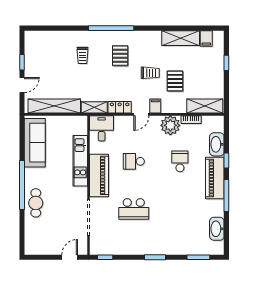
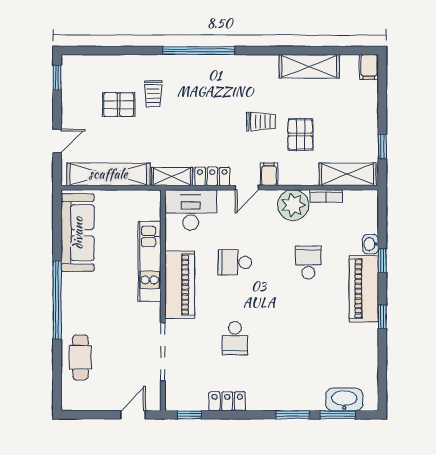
filing cabinet: (206, 38) -> (369, 67), moved
pallet: (120, 56) -> (119, 105), moved, turned 90
window: (22, 62) -> (57, 78), moved
window: (226, 63) -> (382, 146), moved
desk: (102, 128) -> (191, 210), width x1.37
washbasin: (217, 144) -> (370, 244), width x0.52, depth x0.69
window: (226, 196) -> (382, 317), width x0.46
cafe table: (36, 203) -> (80, 357), moved
school desk: (134, 209) -> (235, 338), width x0.54
washbasin: (217, 229) -> (344, 400), moved, turned 90
locker: (129, 249) -> (227, 401), added
window: (155, 257) -> (293, 415), moved

